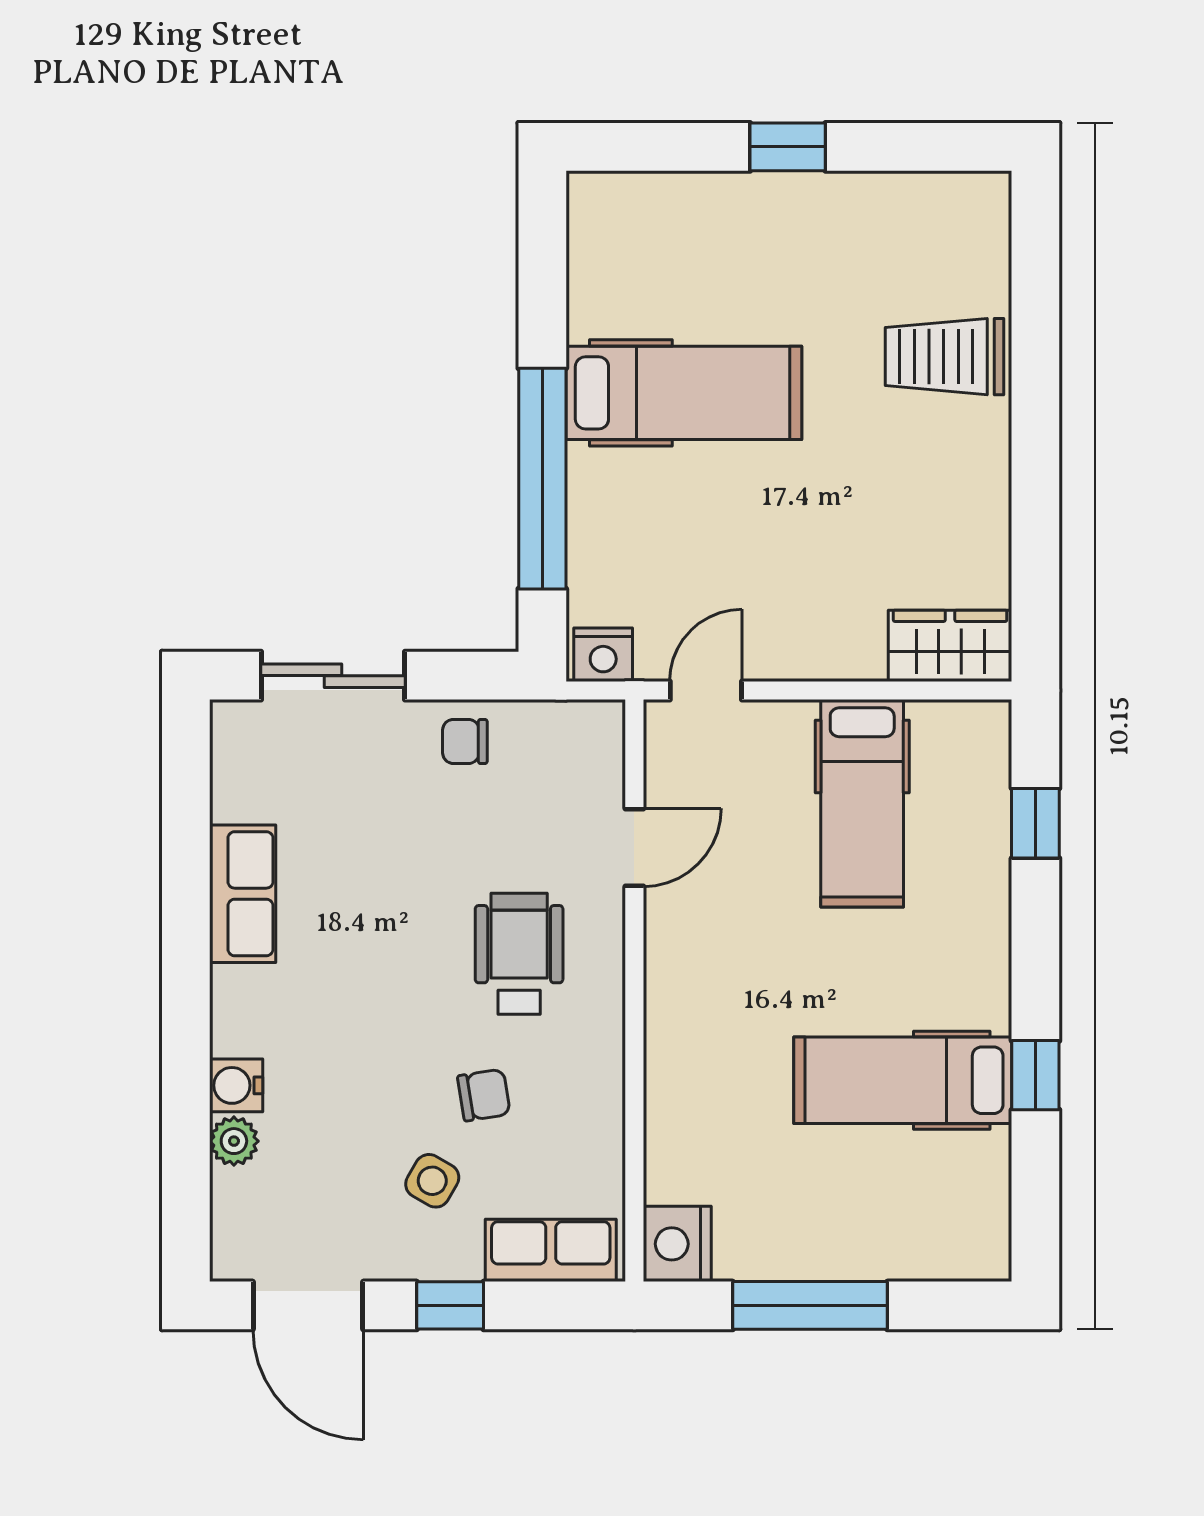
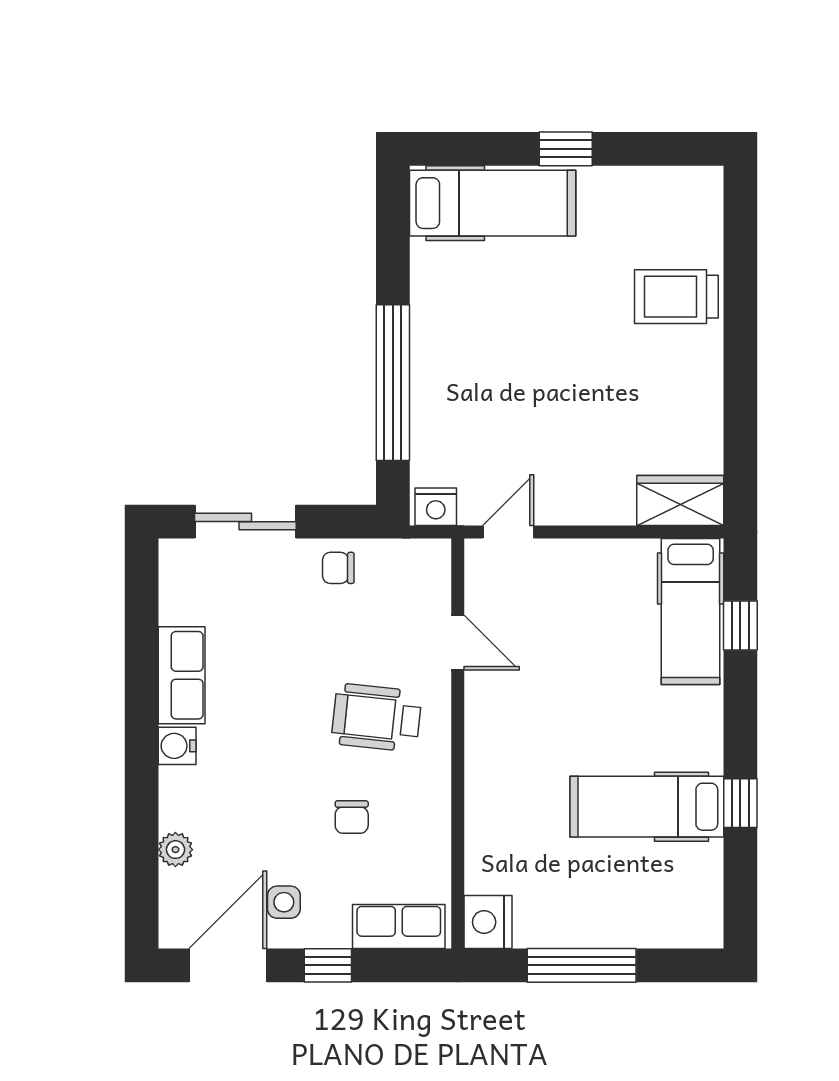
hospital bed: (684, 393) -> (493, 203), moved
hospital bed: (862, 803) -> (691, 611), moved
door: (634, 848) -> (458, 643), hinge flipped
wheelchair: (519, 954) -> (376, 718), turned -84
water cooler: (236, 1085) -> (177, 746), moved
chair: (484, 1095) -> (352, 817), turned 99
side table: (432, 1181) -> (284, 902), moved, turned -30
door: (308, 1305) -> (228, 965), swing flipped

